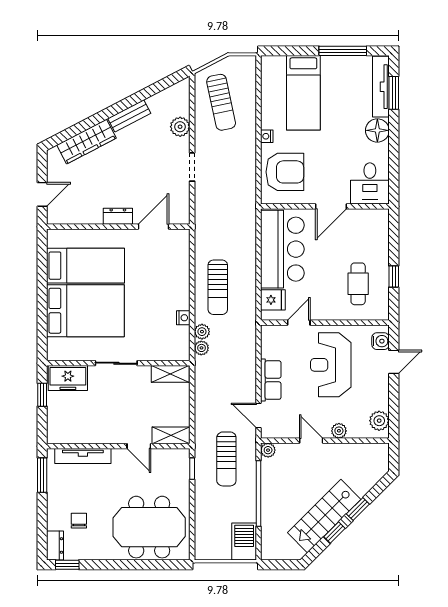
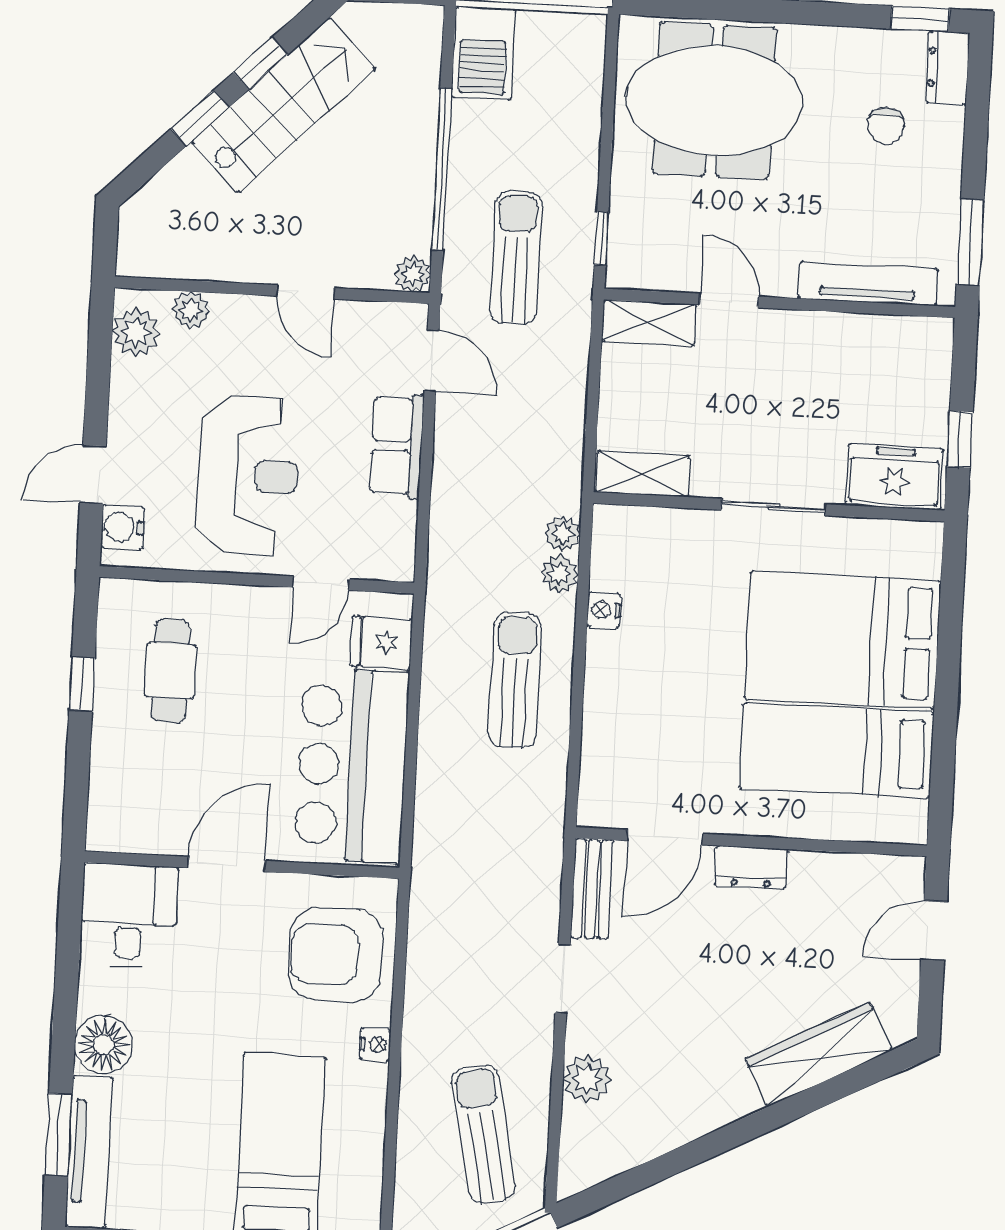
bench: (129, 116) -> (592, 889), moved, turned -63
plant: (339, 431) -> (191, 310), moved

